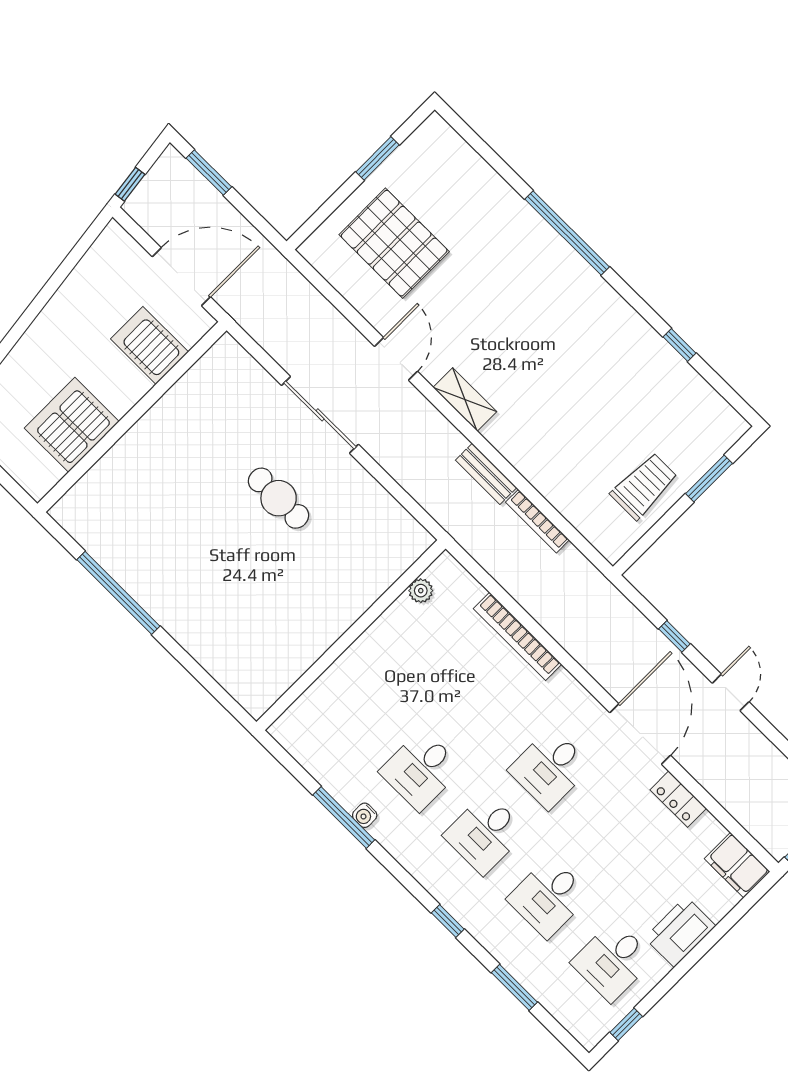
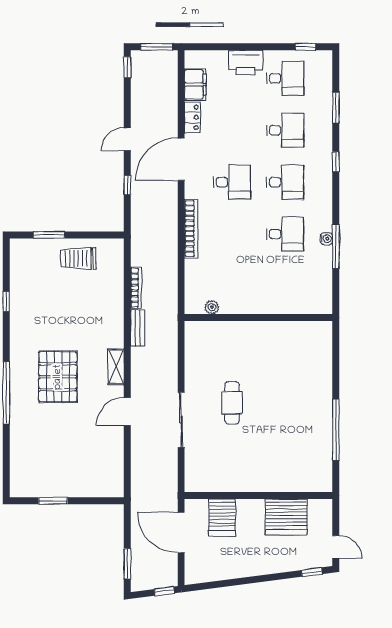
pallet: (394, 243) -> (58, 377), moved
bookcase: (518, 636) -> (191, 229), moved
filing cabinet: (737, 865) -> (195, 85), moved

